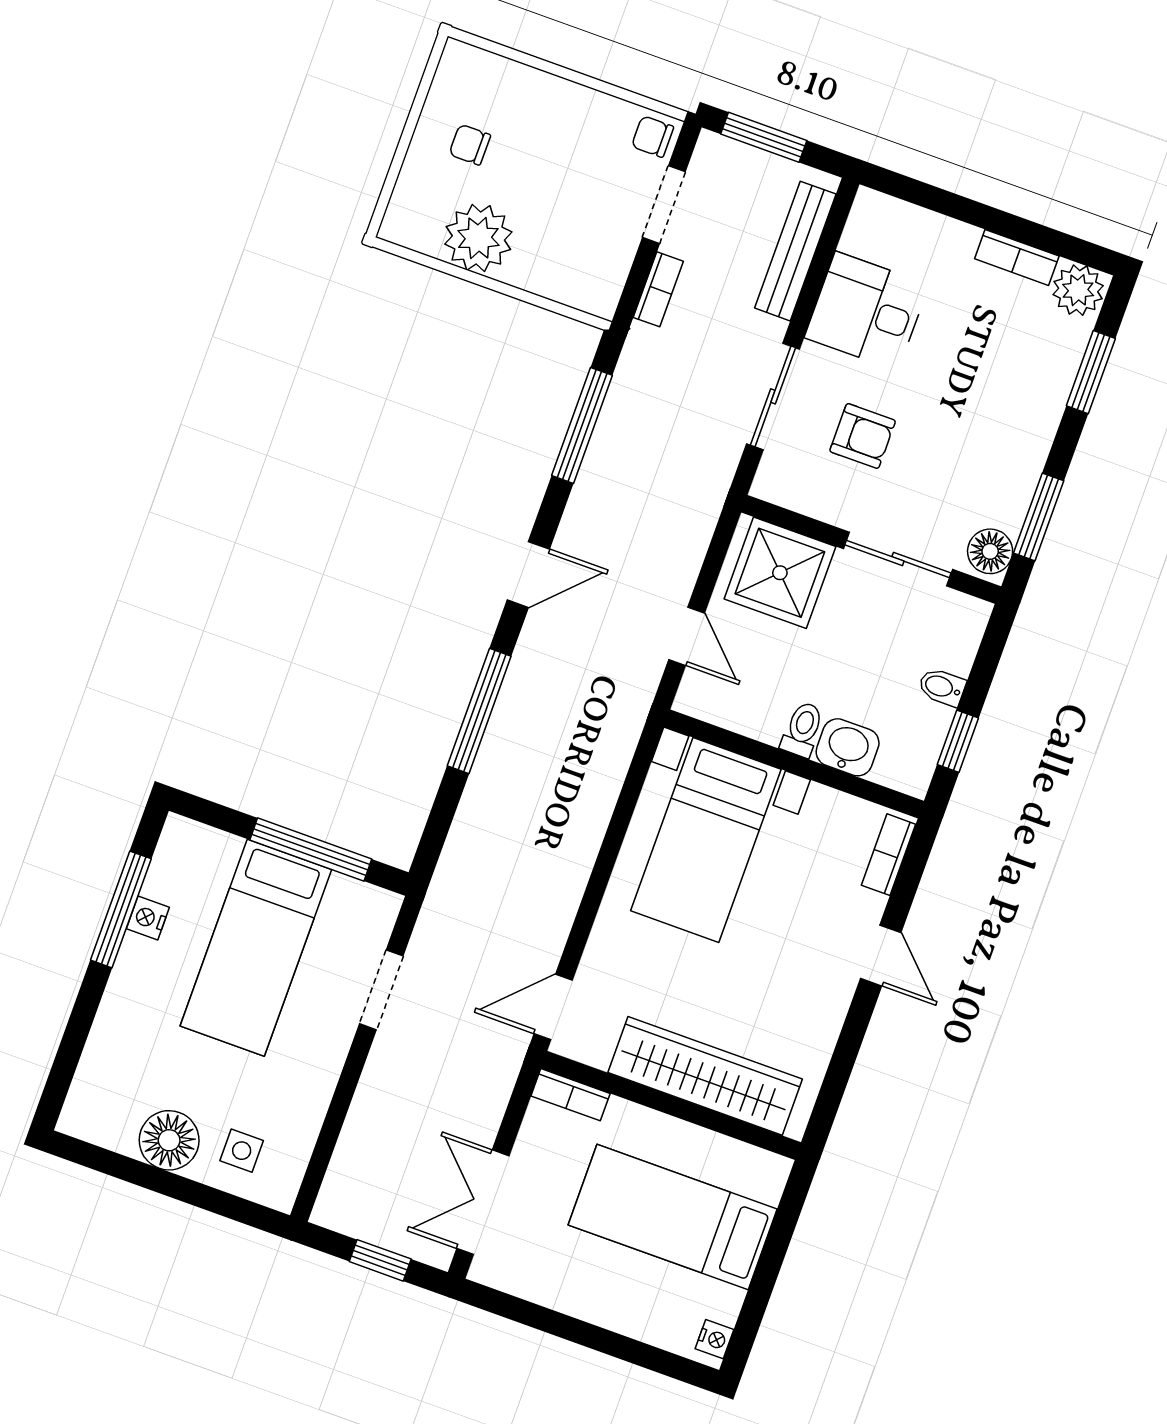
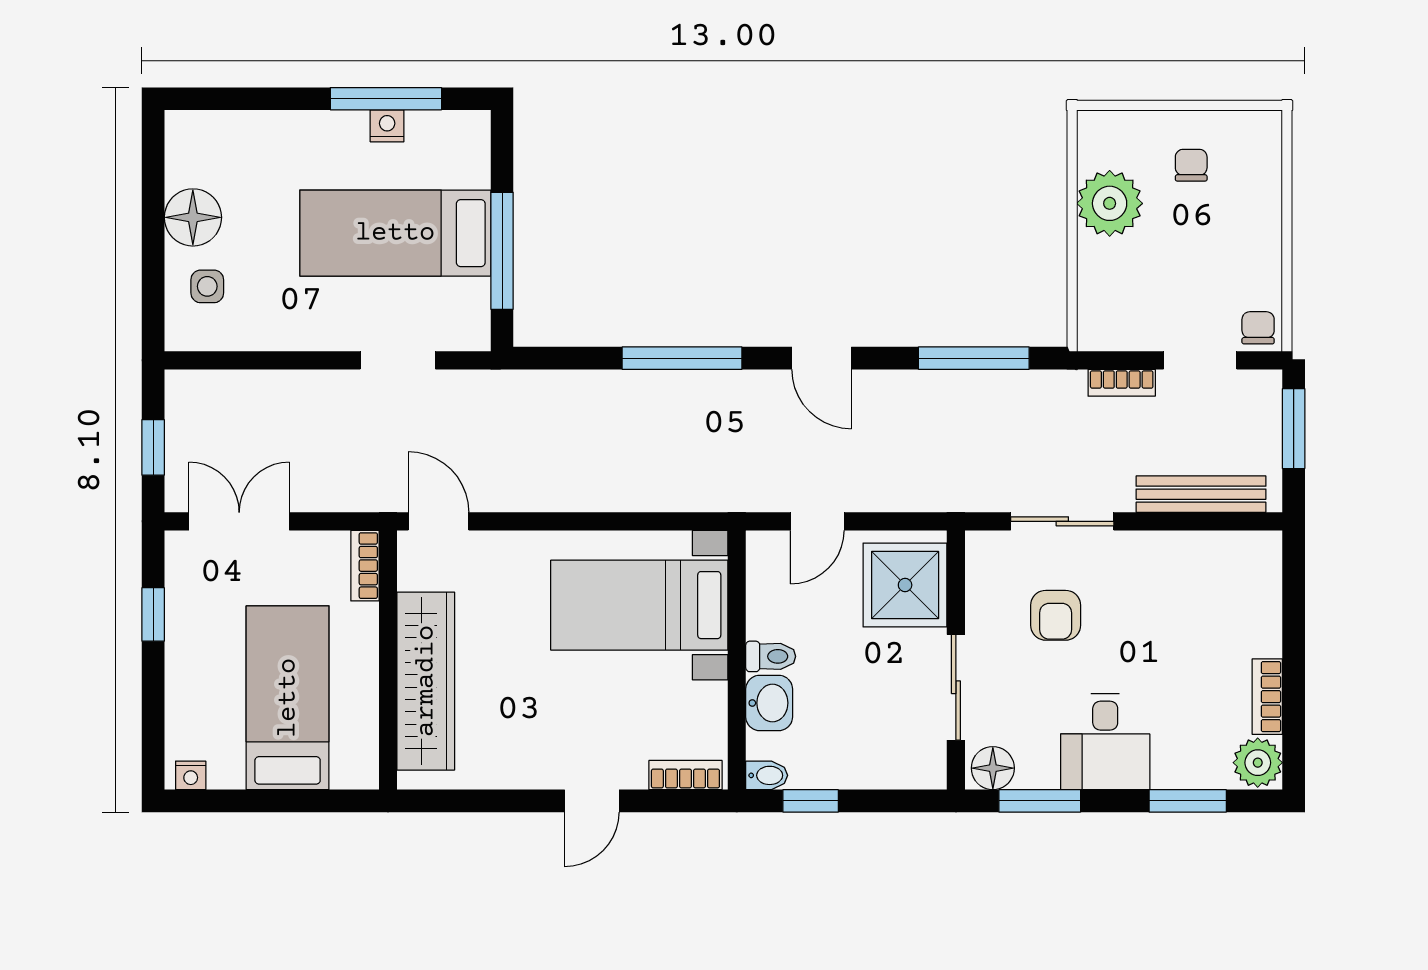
desk: (867, 311) -> (1105, 742), moved, turned 180
bidet: (942, 687) -> (767, 775), moved, turned 90
window: (544, 1319) -> (153, 614), added

